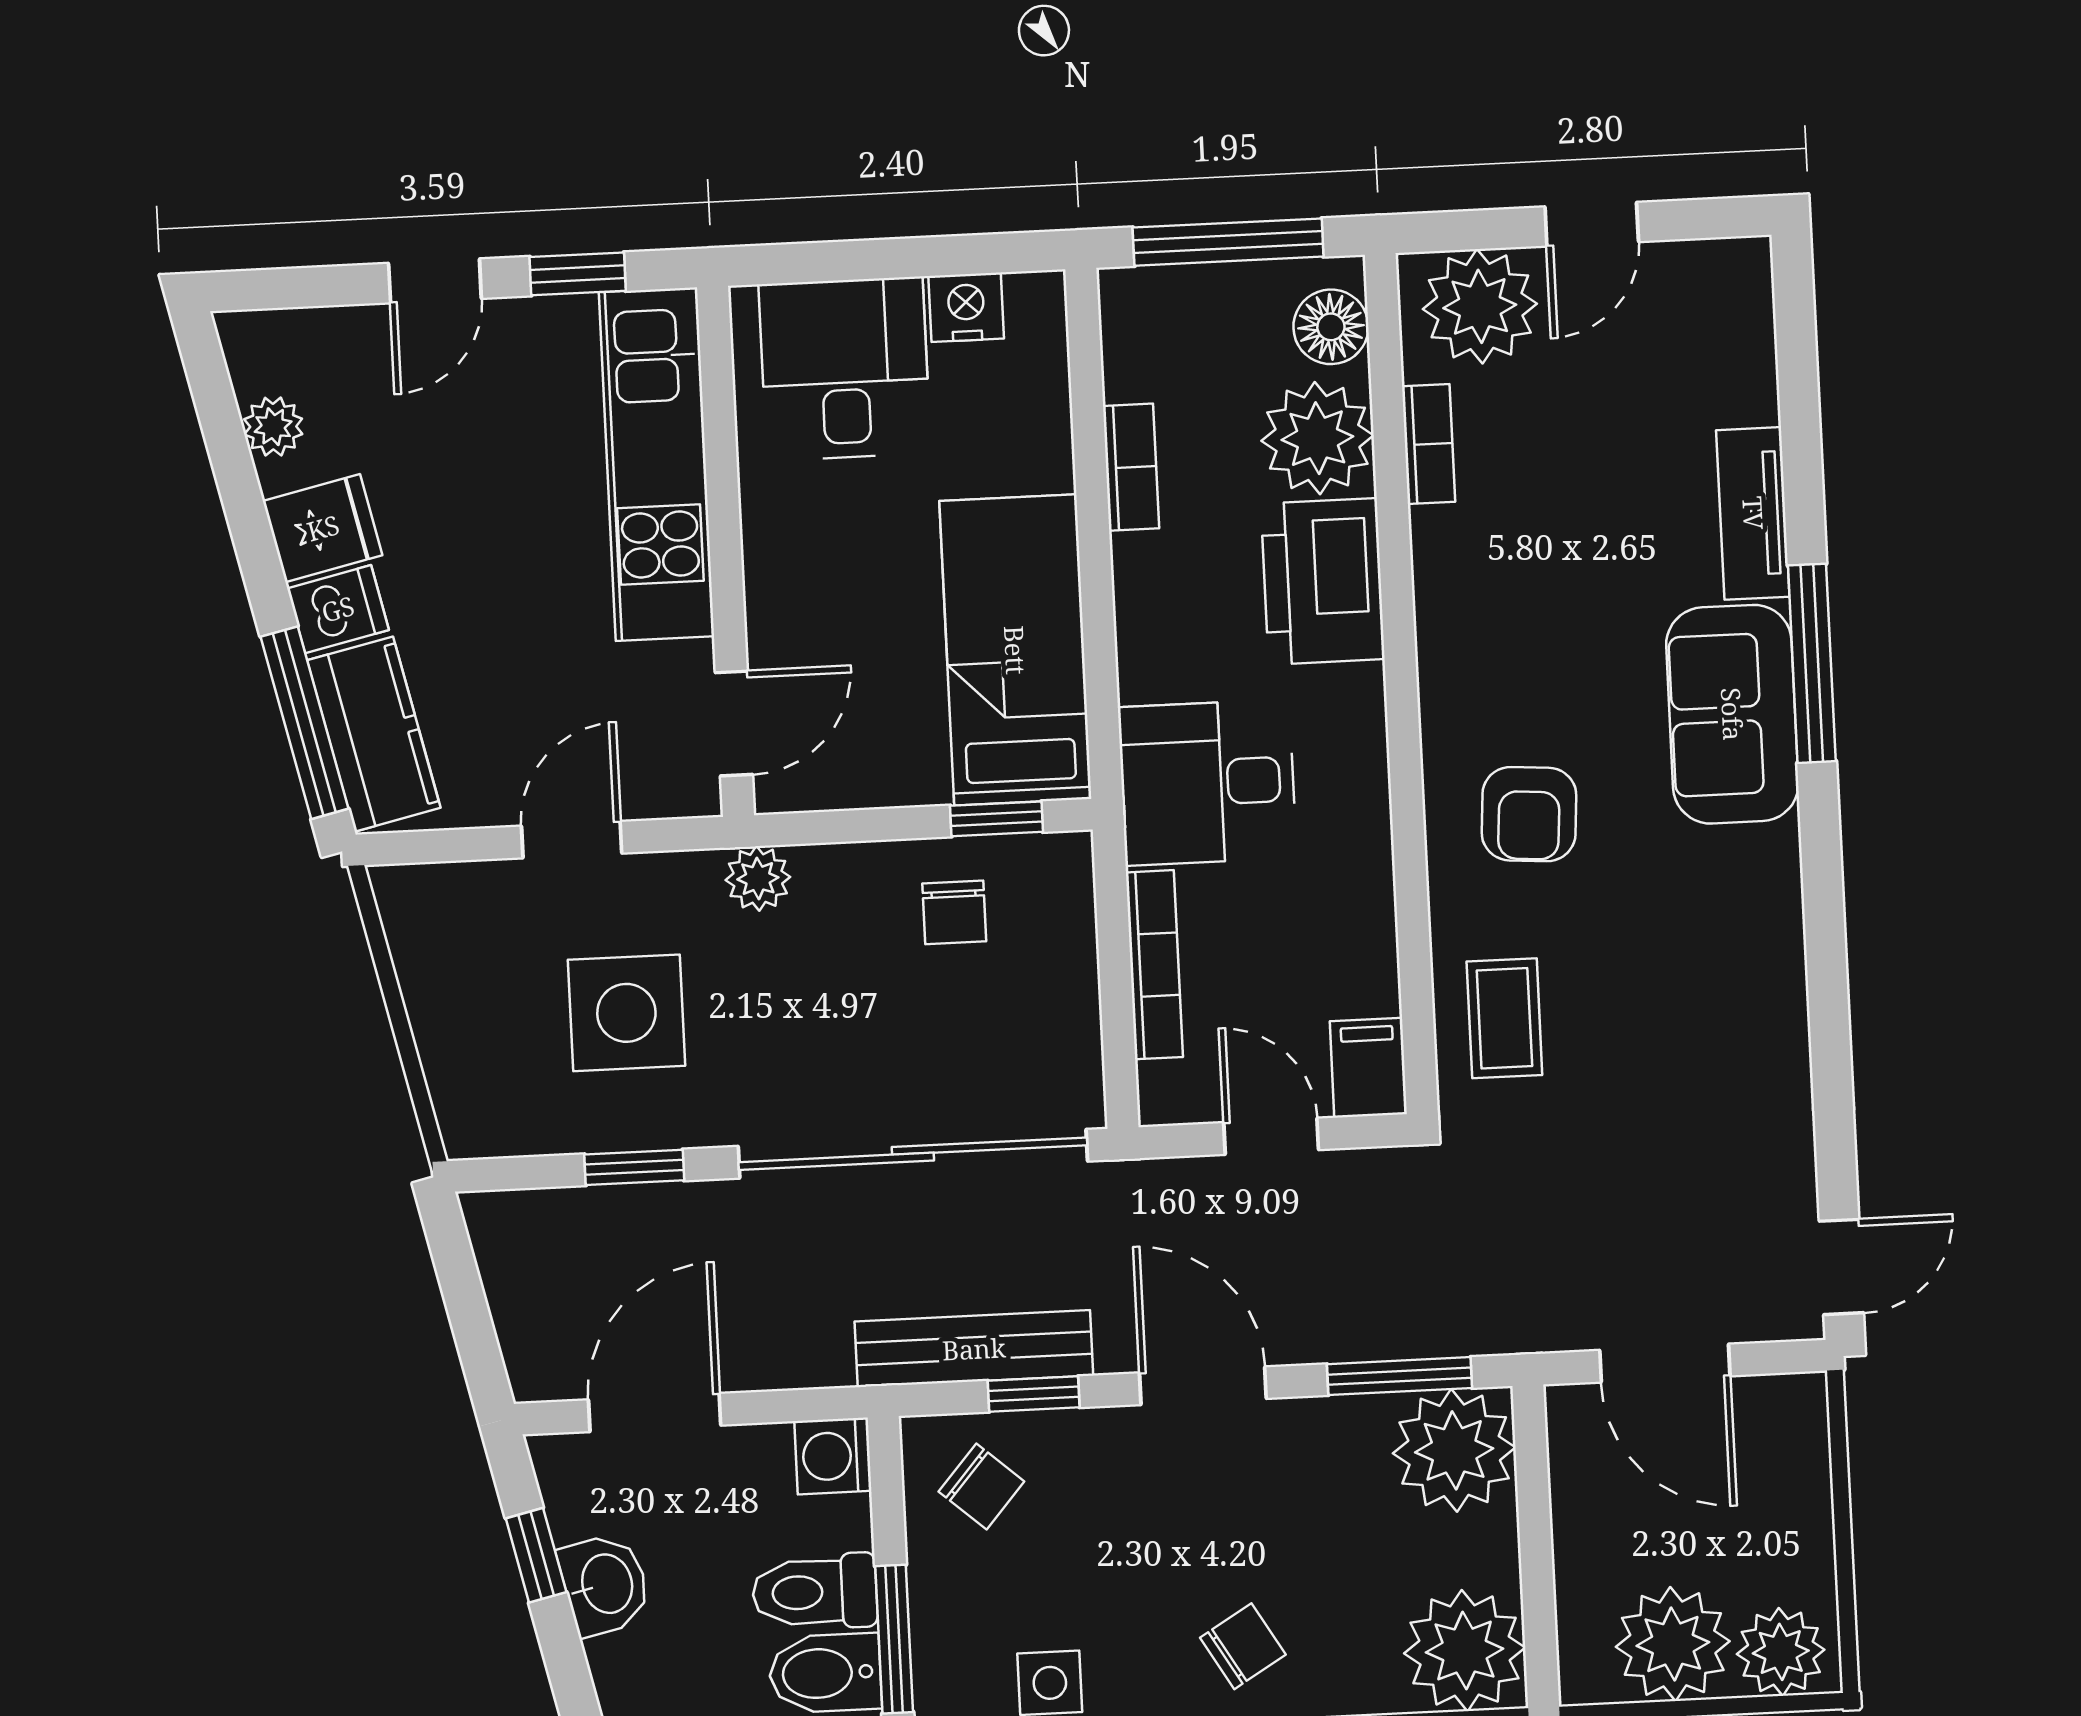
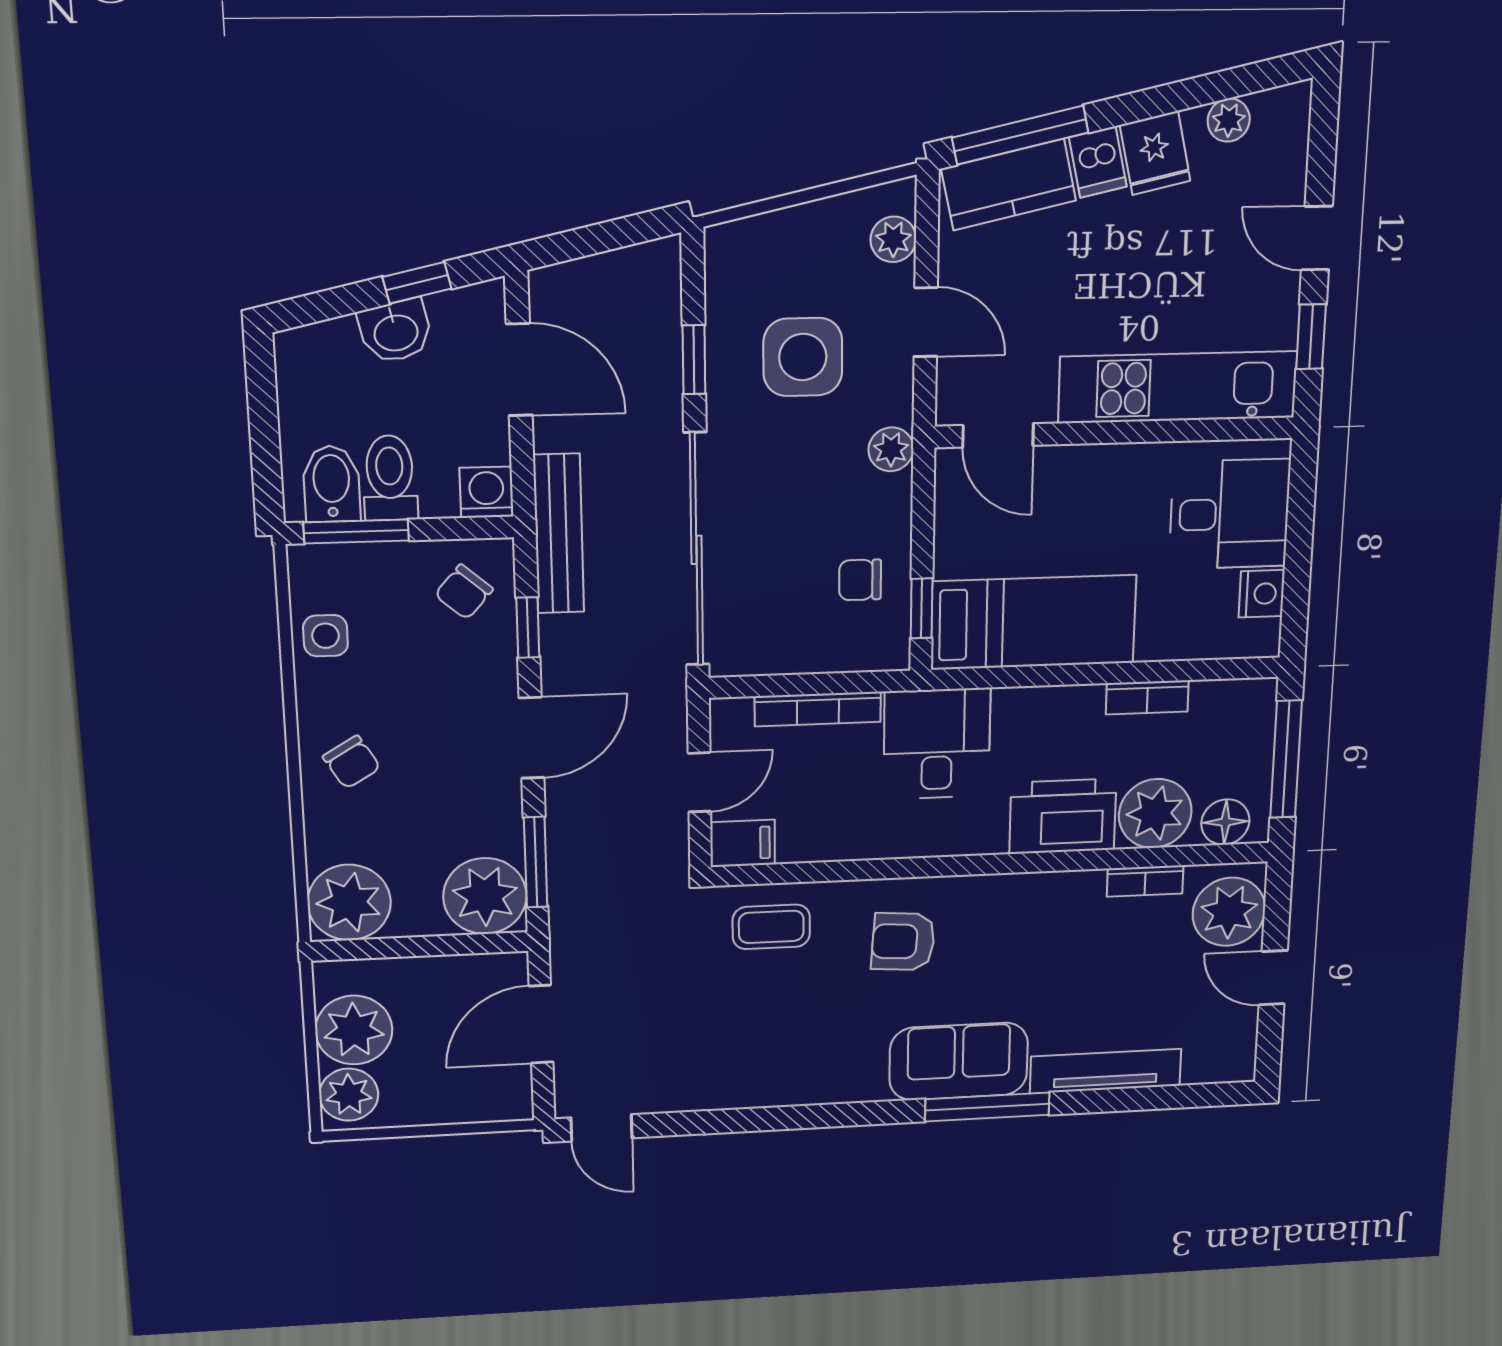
tv unit: (1753, 513) -> (1106, 1071), width x1.41
plant: (455, 893) -> (893, 239), added
bench: (974, 1349) -> (559, 534), moved

